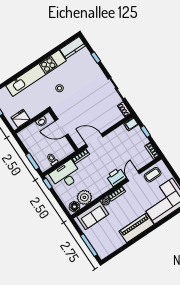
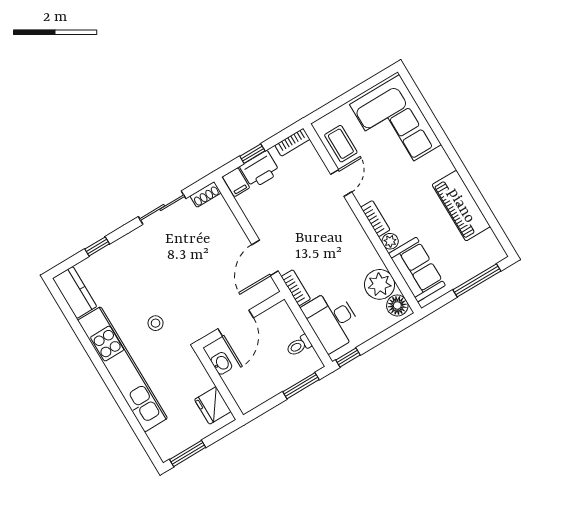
door: (133, 176) -> (341, 183), swing flipped
printer: (116, 177) -> (260, 170), moved, turned -90
piano: (136, 228) -> (461, 206), moved

